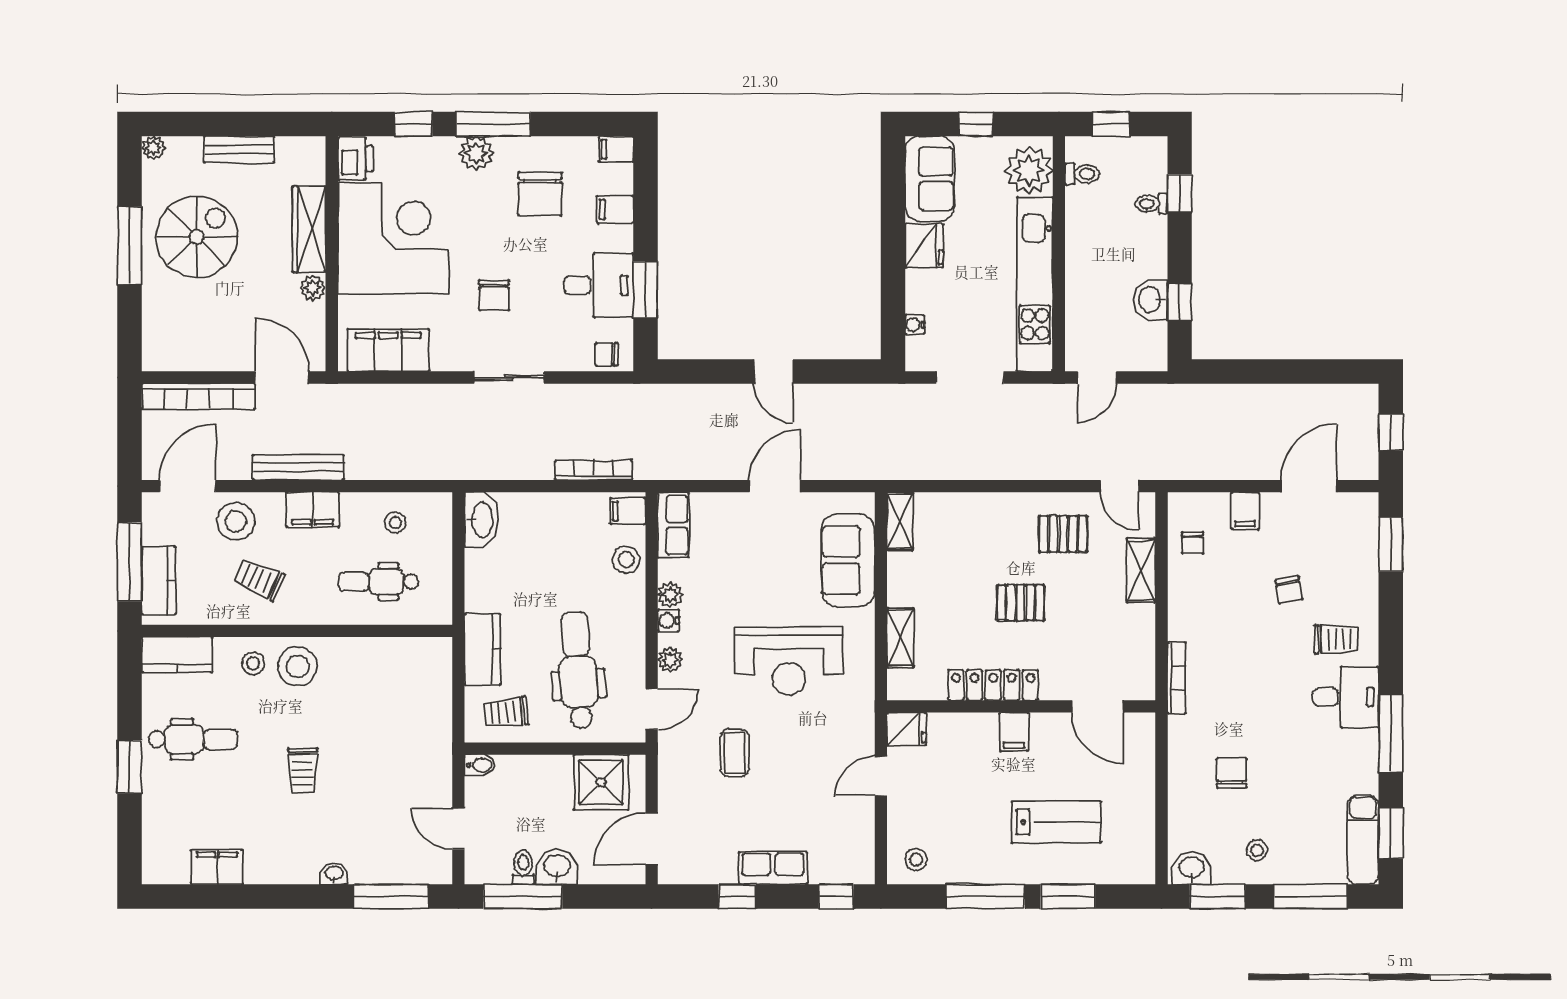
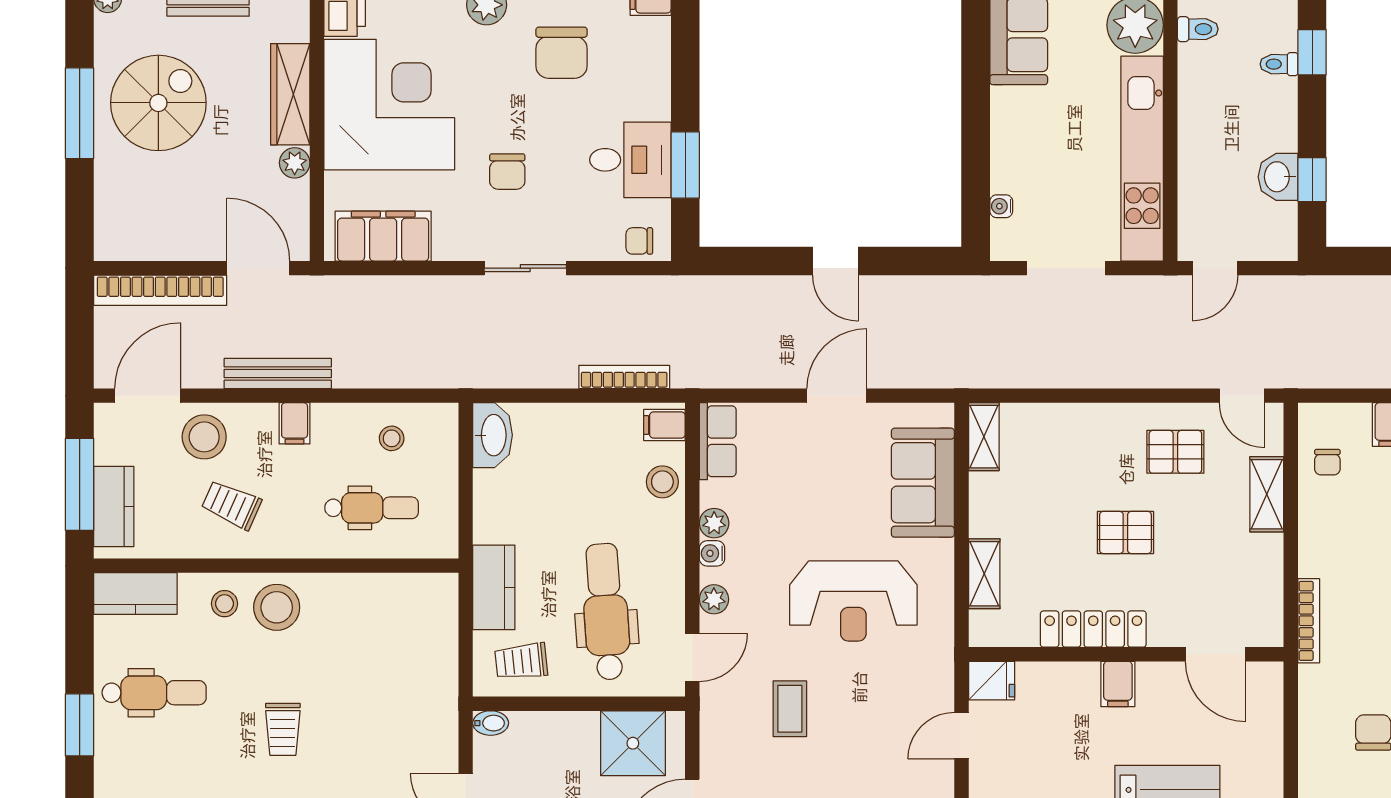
filing cabinet: (615, 209) -> (649, 71), removed
fridge: (924, 246) -> (1012, 113), removed
filing cabinet: (313, 510) -> (295, 423), width x0.50
dental chair: (378, 582) -> (372, 508), turned 180

